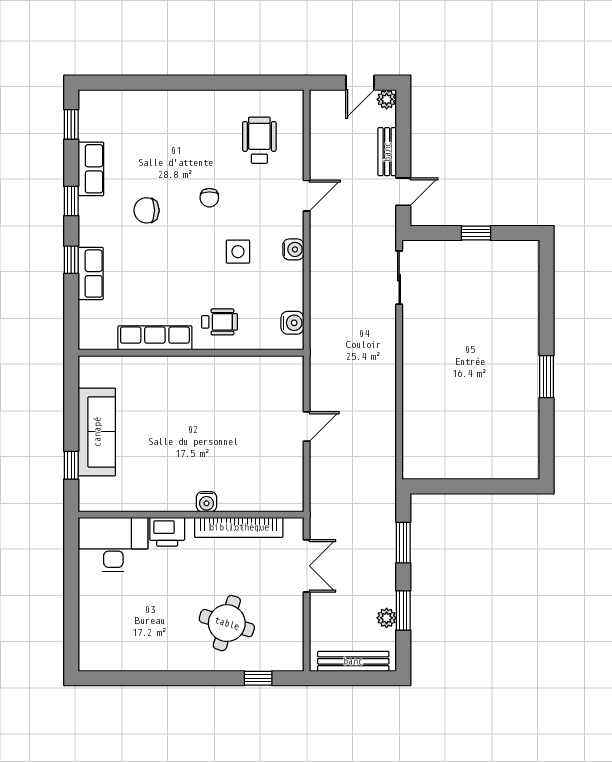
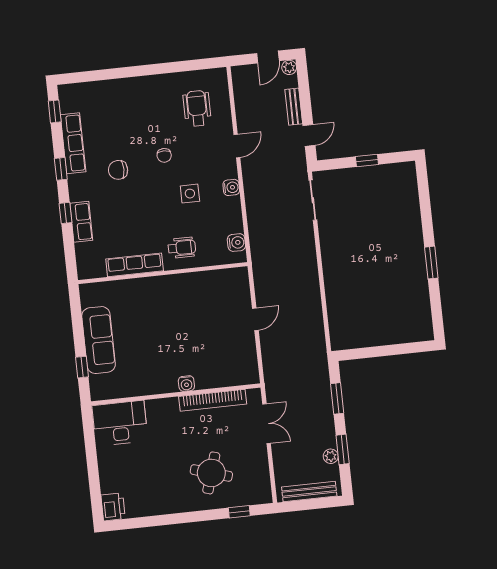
row of seats: (91, 169) -> (73, 143), width x1.48
printer: (167, 532) -> (113, 507), moved, turned -90

